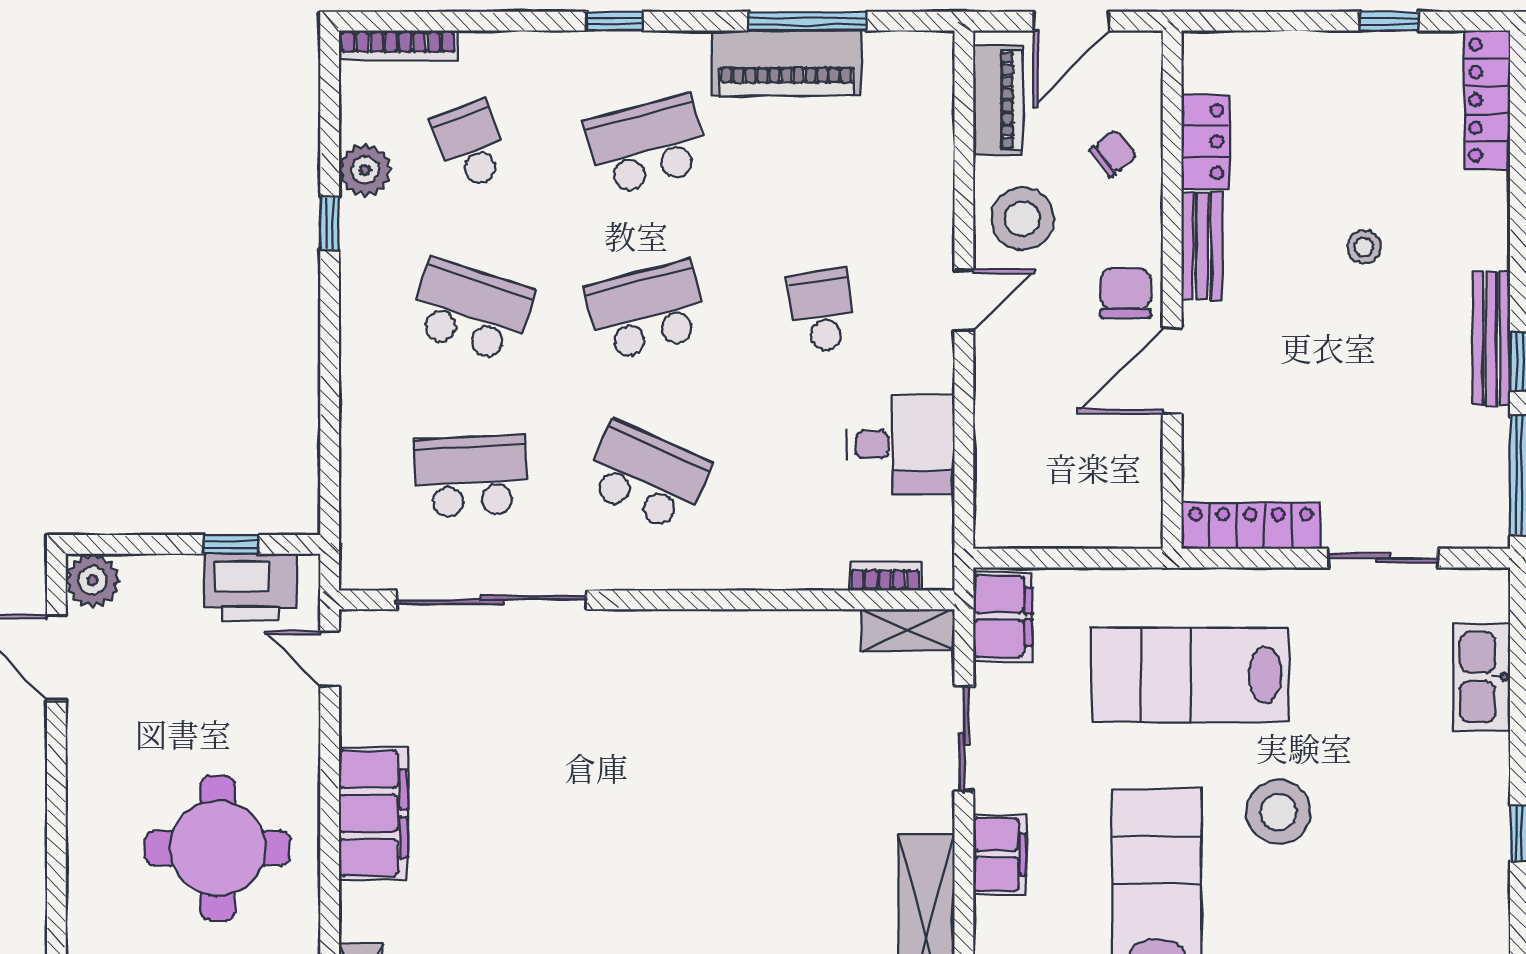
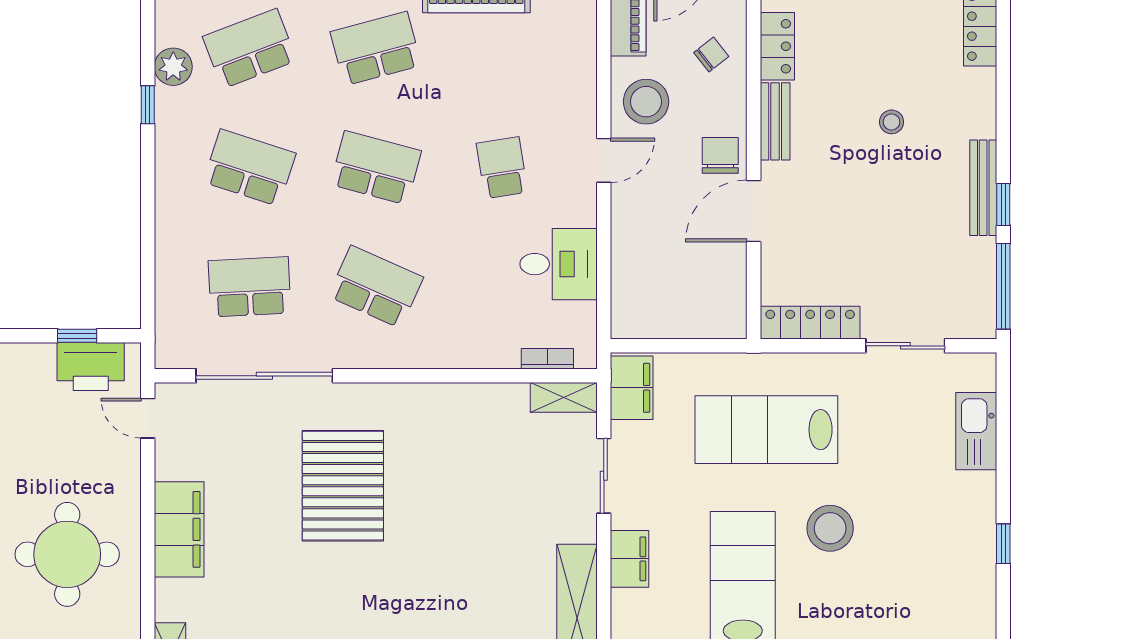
school desk: (471, 145) -> (250, 49), width x1.85
school desk: (647, 311) -> (376, 168), turned 30
pallet: (601, 753) -> (343, 486), added

